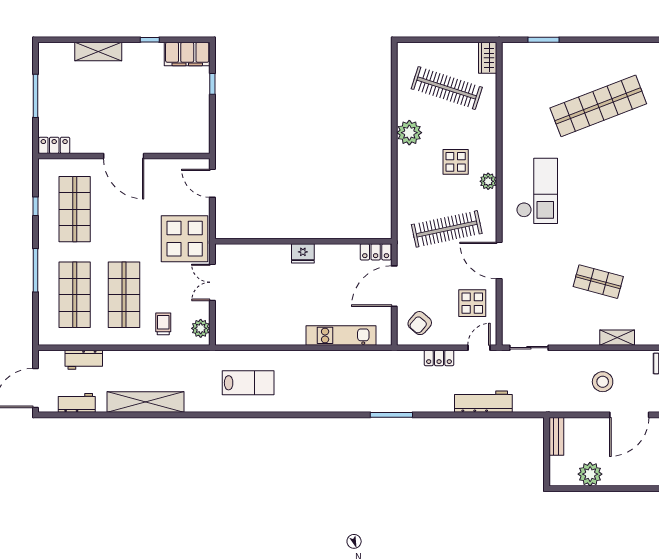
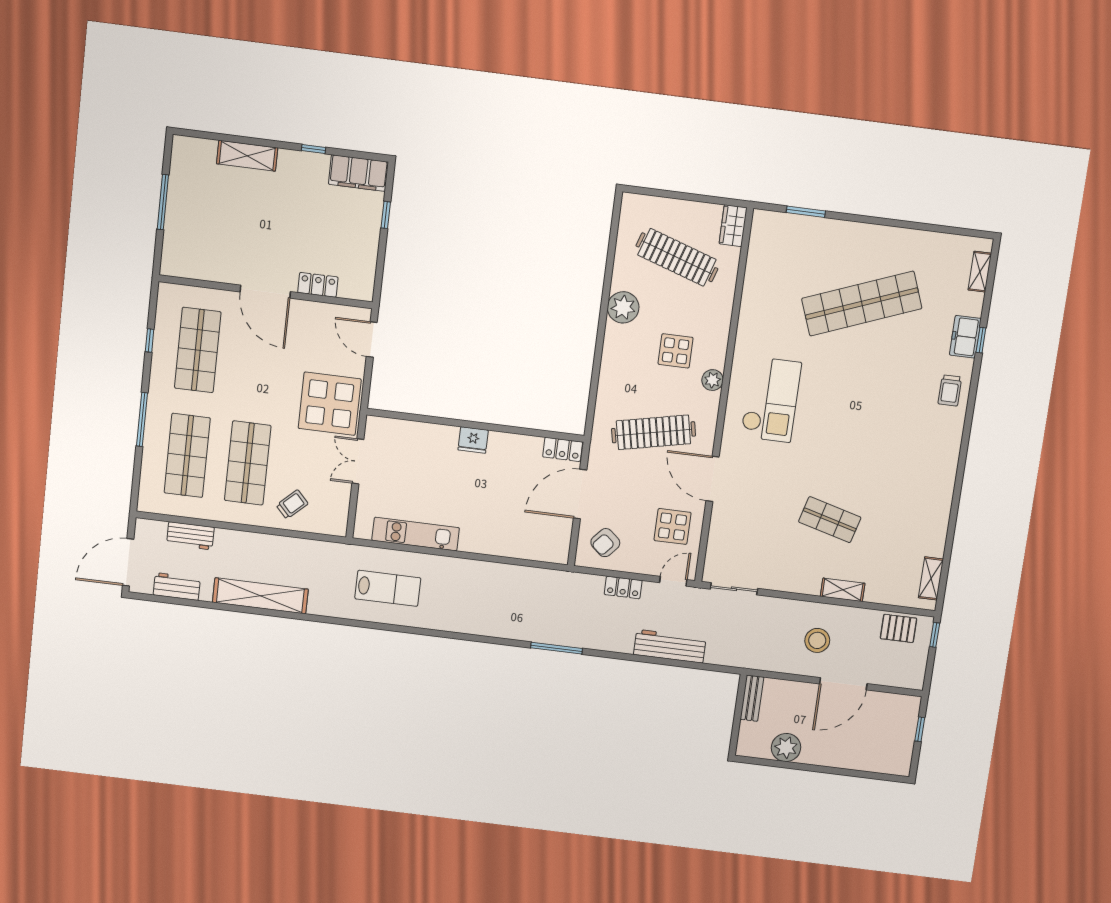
locker: (54, 145) -> (318, 285), moved
trolley: (163, 324) -> (292, 504), turned 47
plant: (201, 328) -> (337, 516), removed
kitchen unit: (341, 335) -> (416, 534), moved

